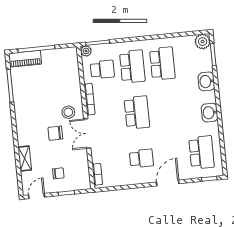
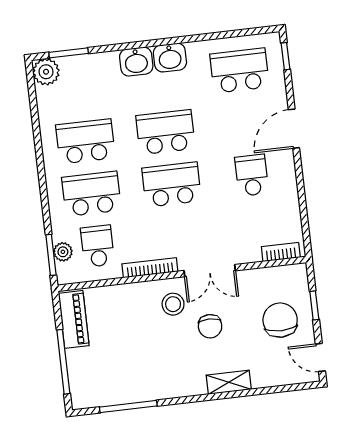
plant: (86, 51) -> (63, 252), moved
piano: (25, 59) -> (74, 319), moved
washbasin: (206, 81) -> (136, 62), moved
school desk: (167, 109) -> (166, 132), added
shelving: (25, 158) -> (229, 382), moved
chair: (58, 173) -> (280, 320), width x1.87, depth x1.87
door: (168, 183) -> (294, 129), hinge flipped

